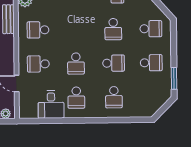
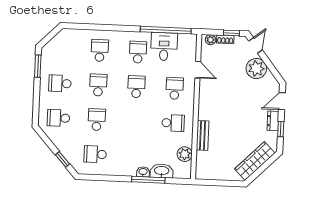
school desk: (114, 63) -> (98, 85), turned 90
school desk: (38, 64) -> (175, 88), turned -90
window: (50, 121) -> (166, 30), added

